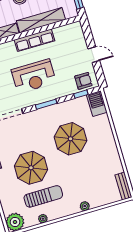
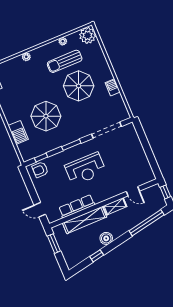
row of seats: (34, 40) -> (77, 206), moved
door: (94, 55) -> (40, 210), moved
reception desk: (34, 76) -> (85, 169), turned 180
barbecue: (97, 104) -> (18, 132), moved

